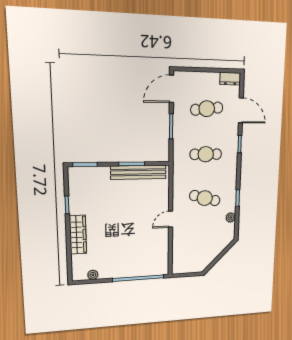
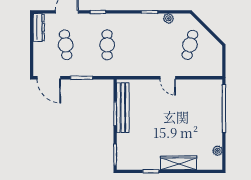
dresser: (230, 79) -> (39, 28), width x1.44
cafe table: (205, 198) -> (190, 45), moved

